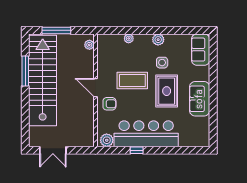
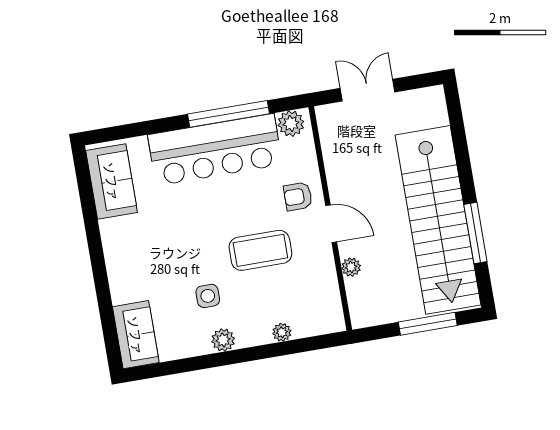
plant: (89, 45) -> (351, 267), moved
rug: (167, 91) -> (189, 241), removed
sofa: (200, 99) -> (112, 181), moved
double door: (53, 150) -> (368, 90), moved
window: (137, 150) -> (228, 114), width x3.17

